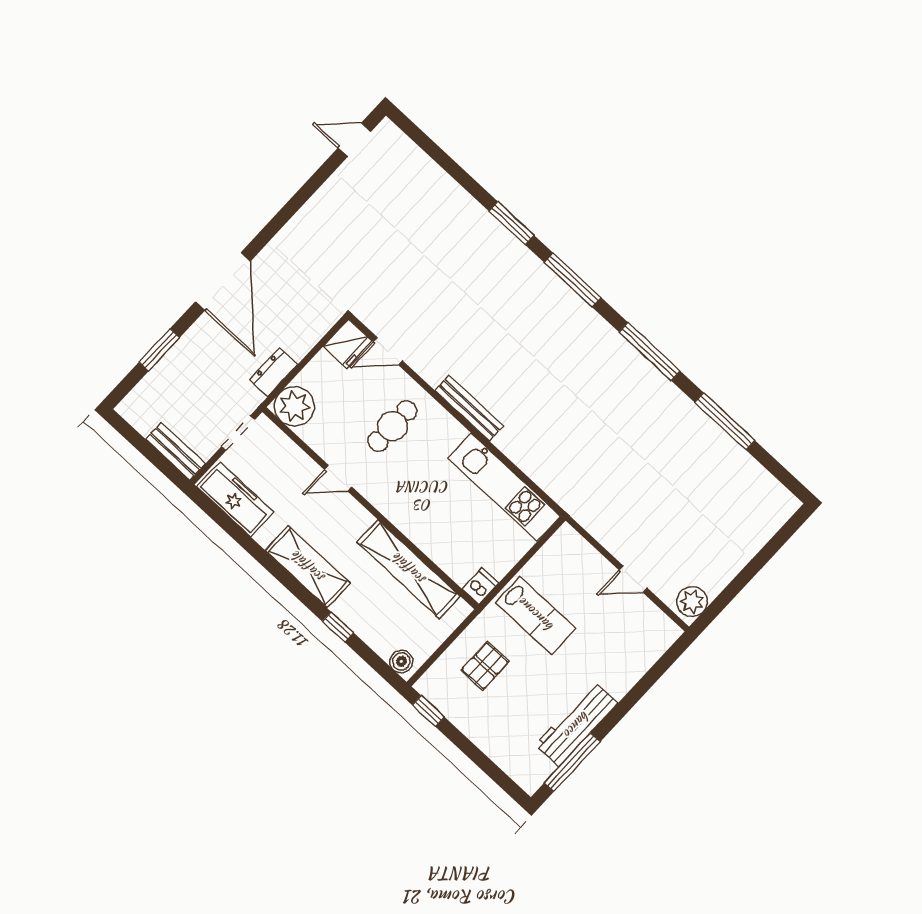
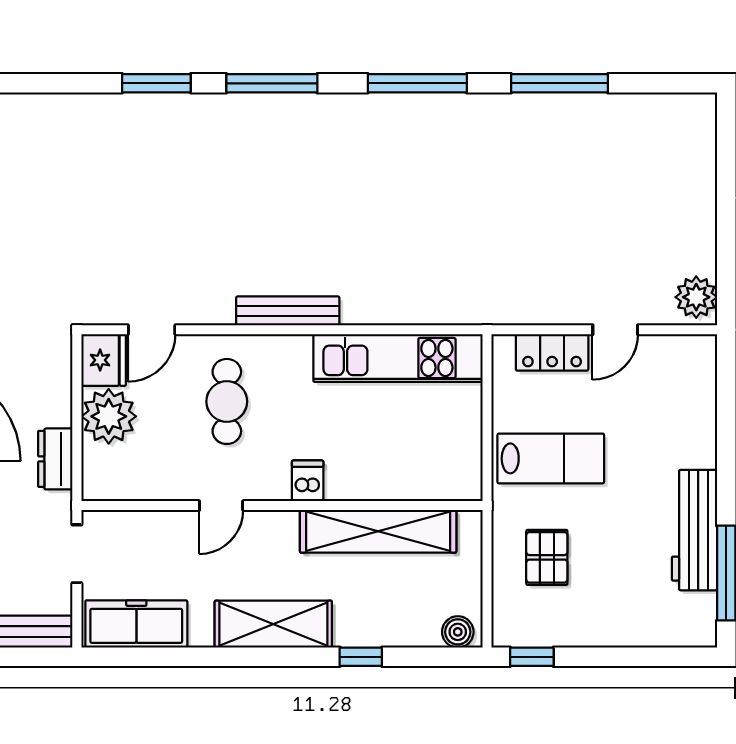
plant: (294, 406) -> (109, 416), moved
locker: (589, 560) -> (552, 352), added
dishwasher: (480, 586) -> (308, 481), moved

